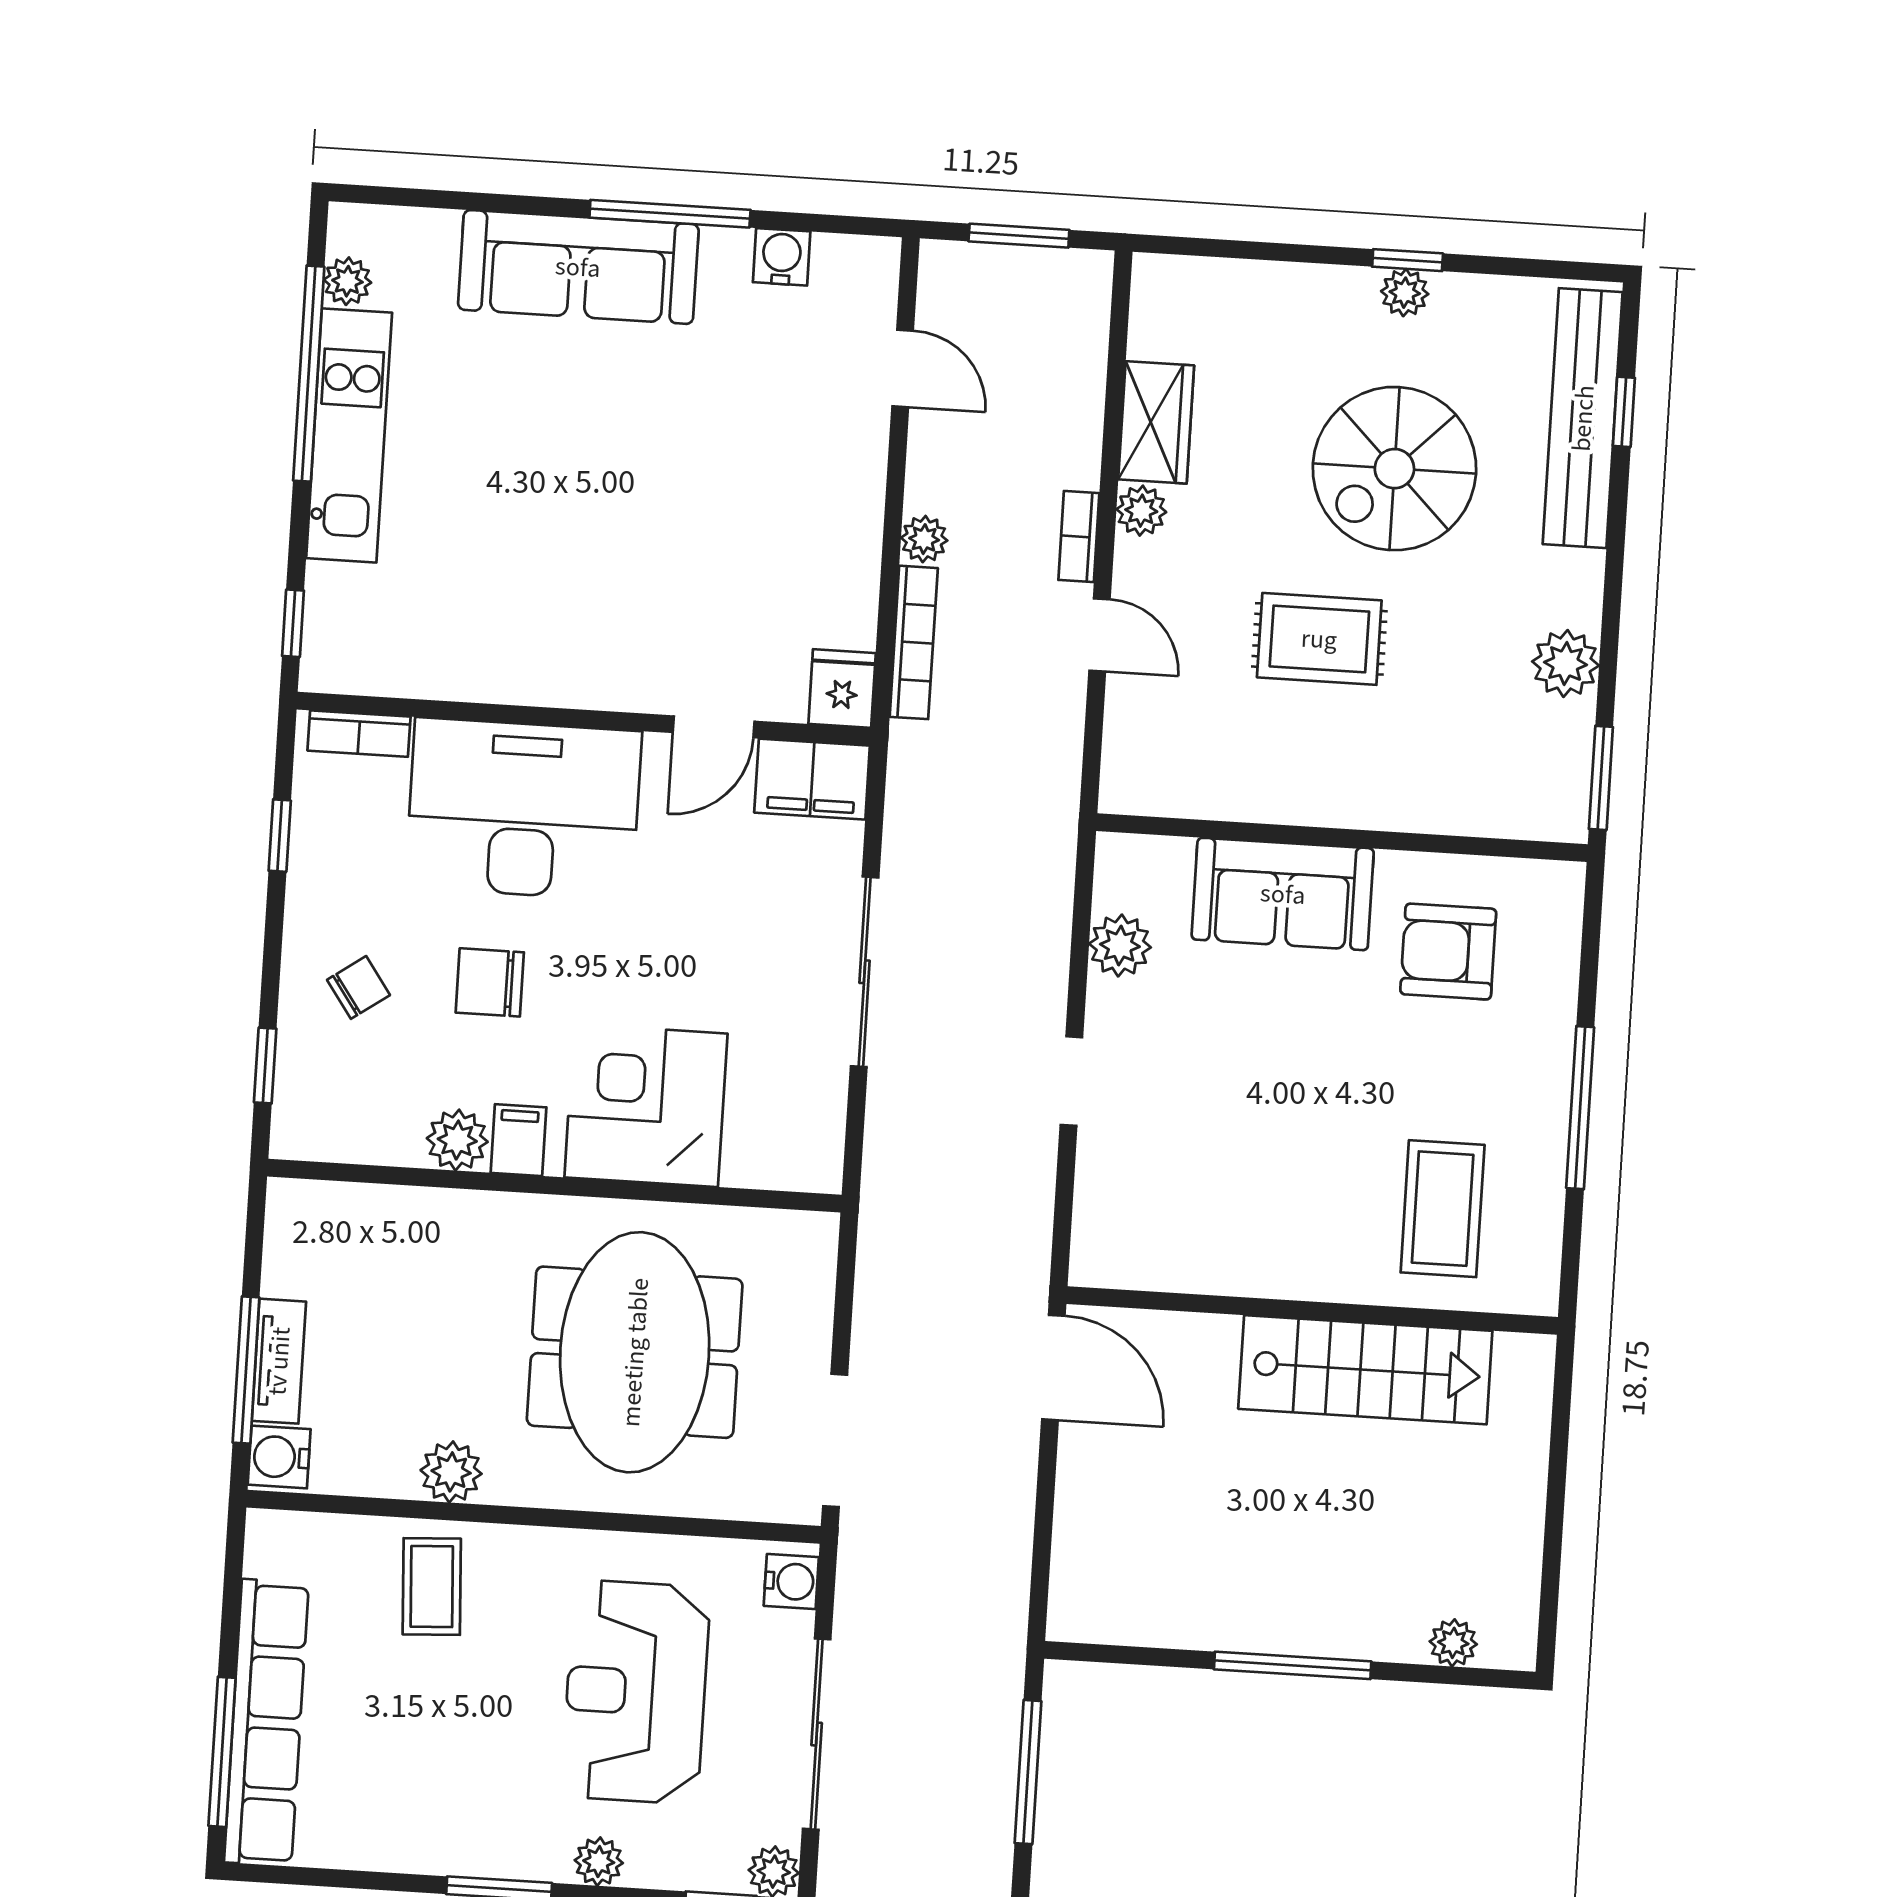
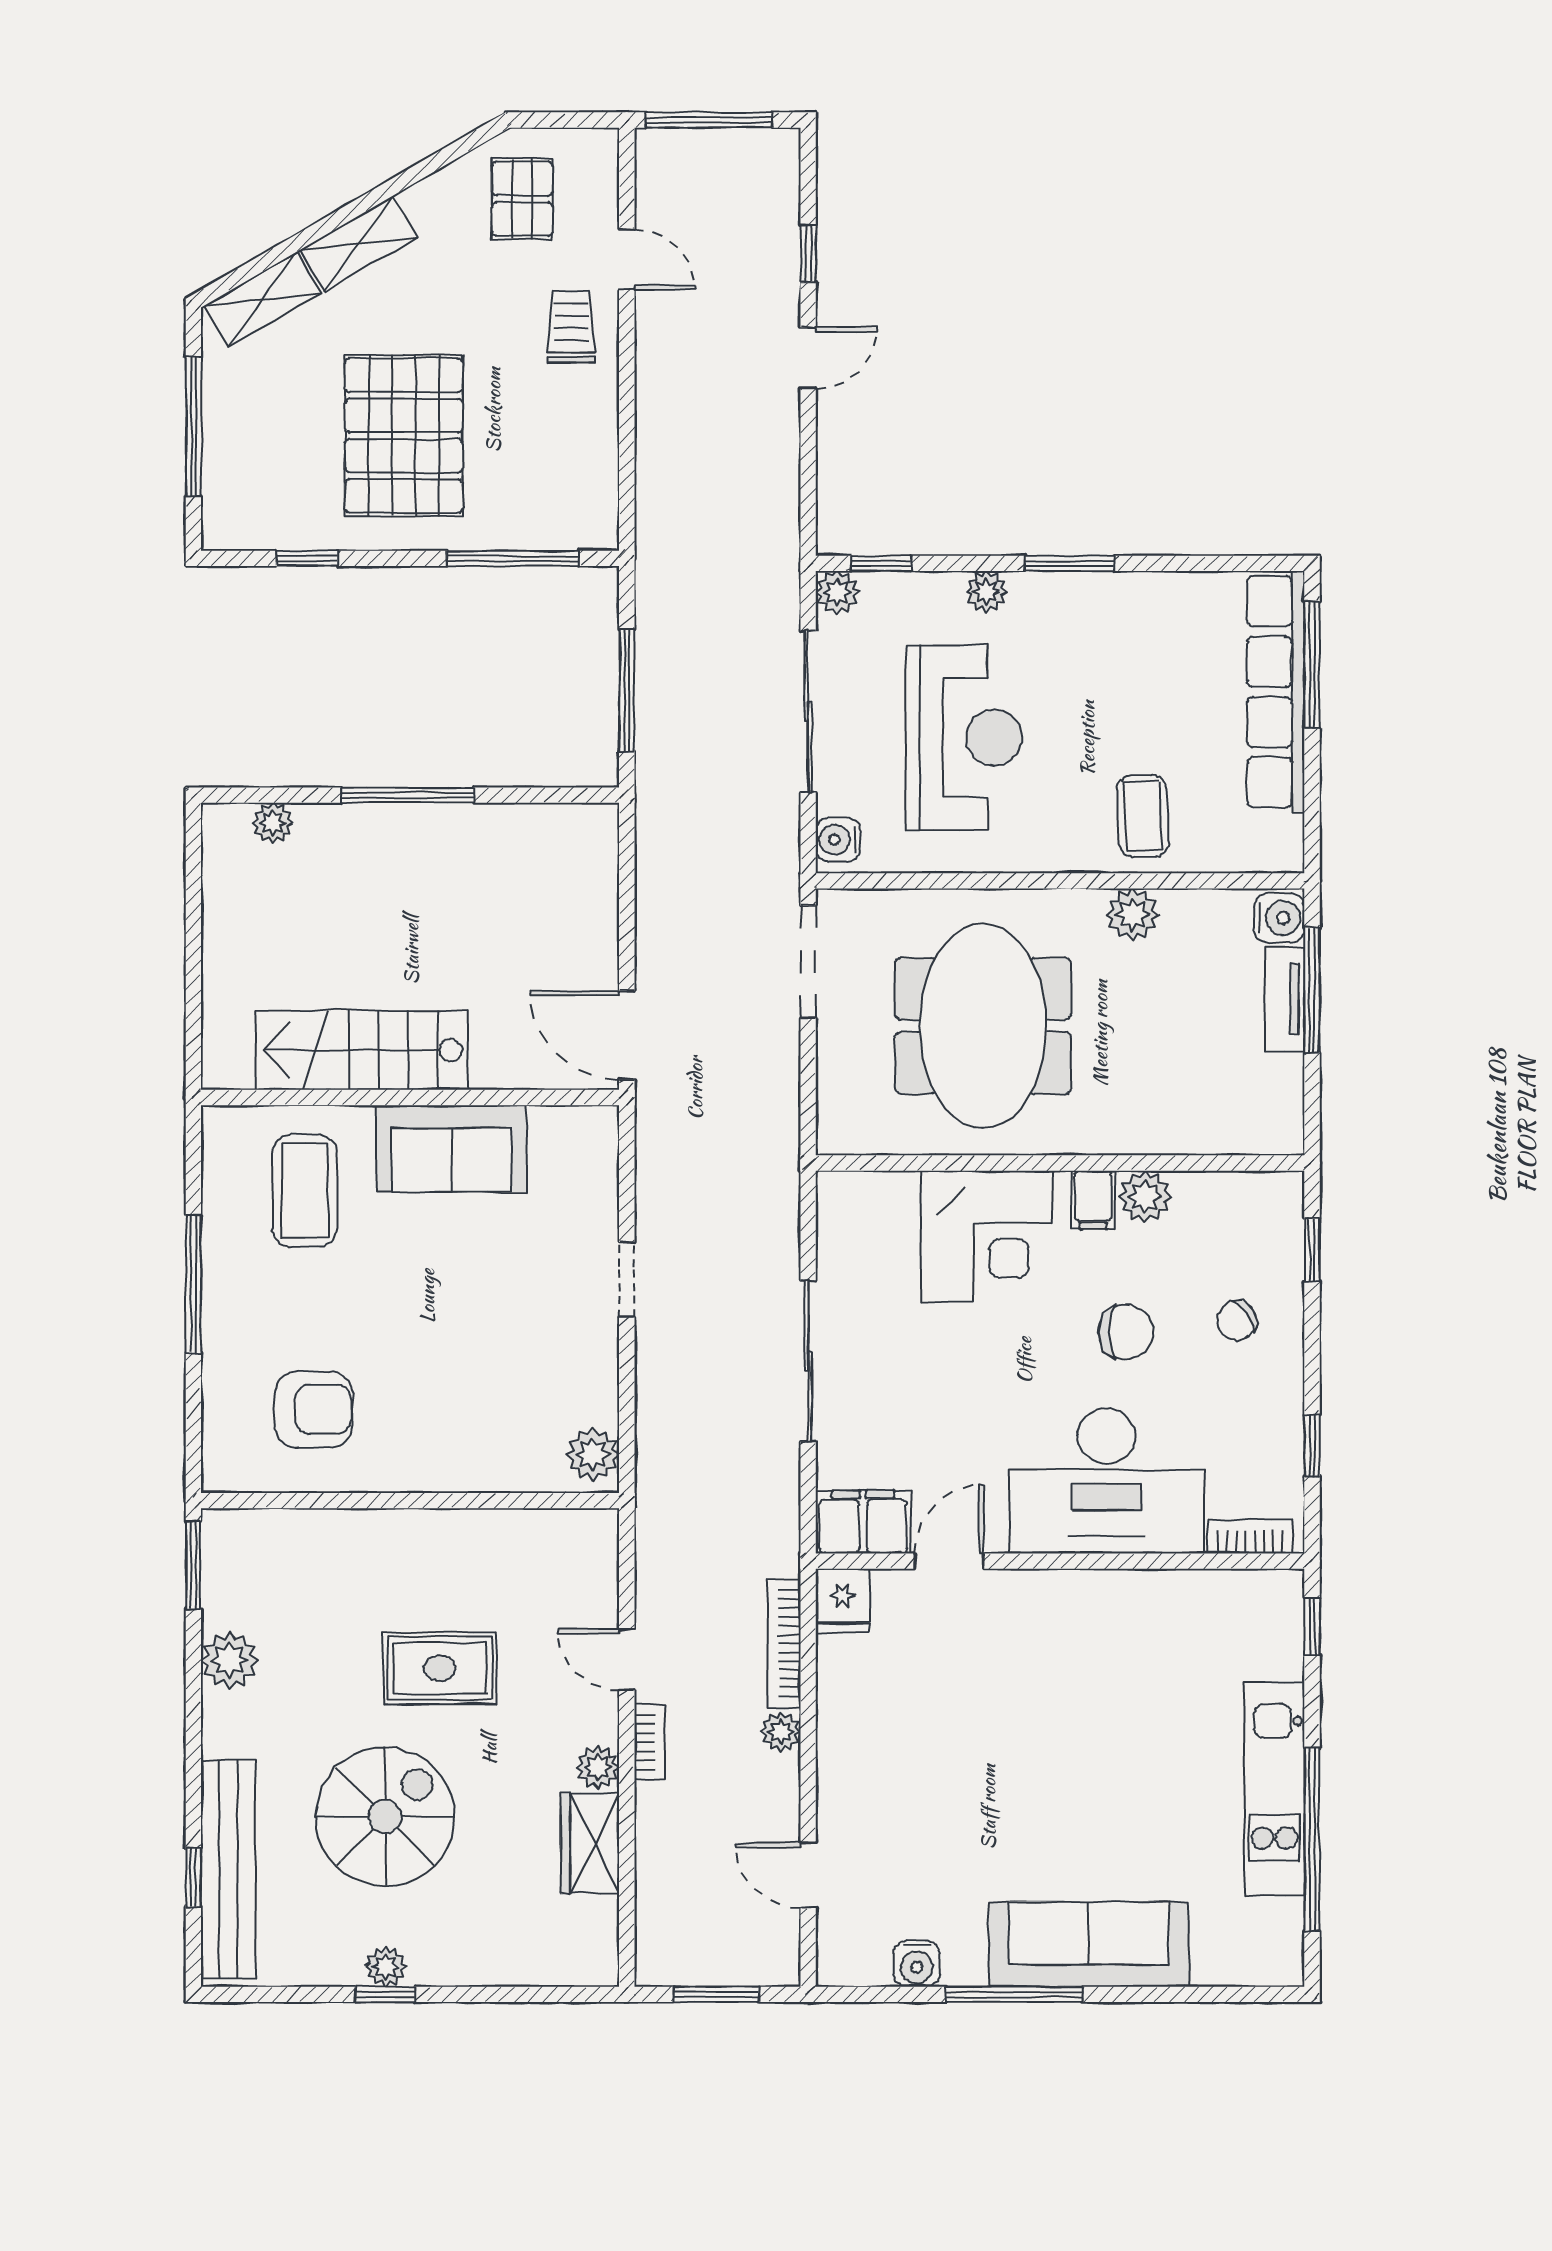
plant: (347, 281) -> (1284, 1920), removed
sofa: (1283, 894) -> (452, 1149), moved, turned 180
plant: (1120, 945) -> (593, 1454), moved

